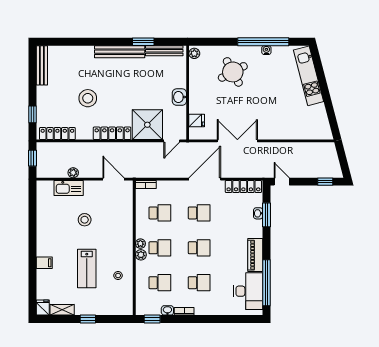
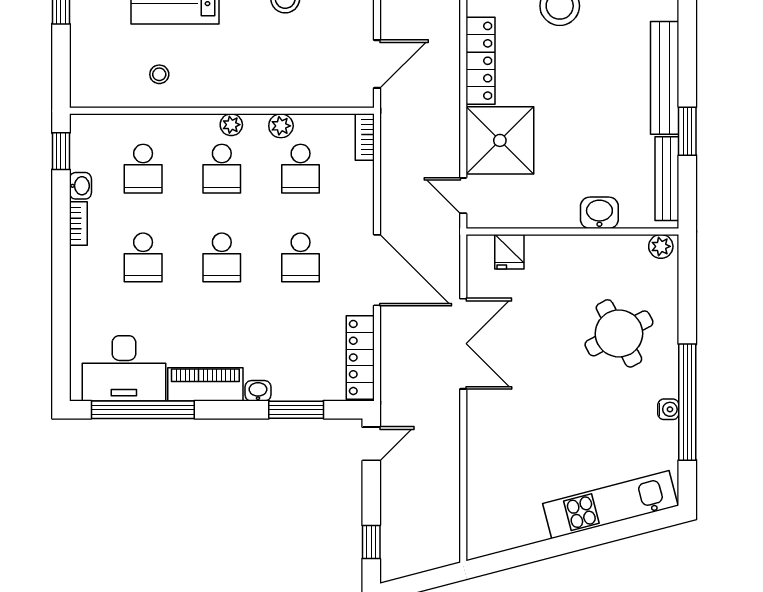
washbasin: (179, 97) -> (599, 213), moved
washbasin: (258, 213) -> (258, 391), moved
plant: (141, 255) -> (281, 126), moved

